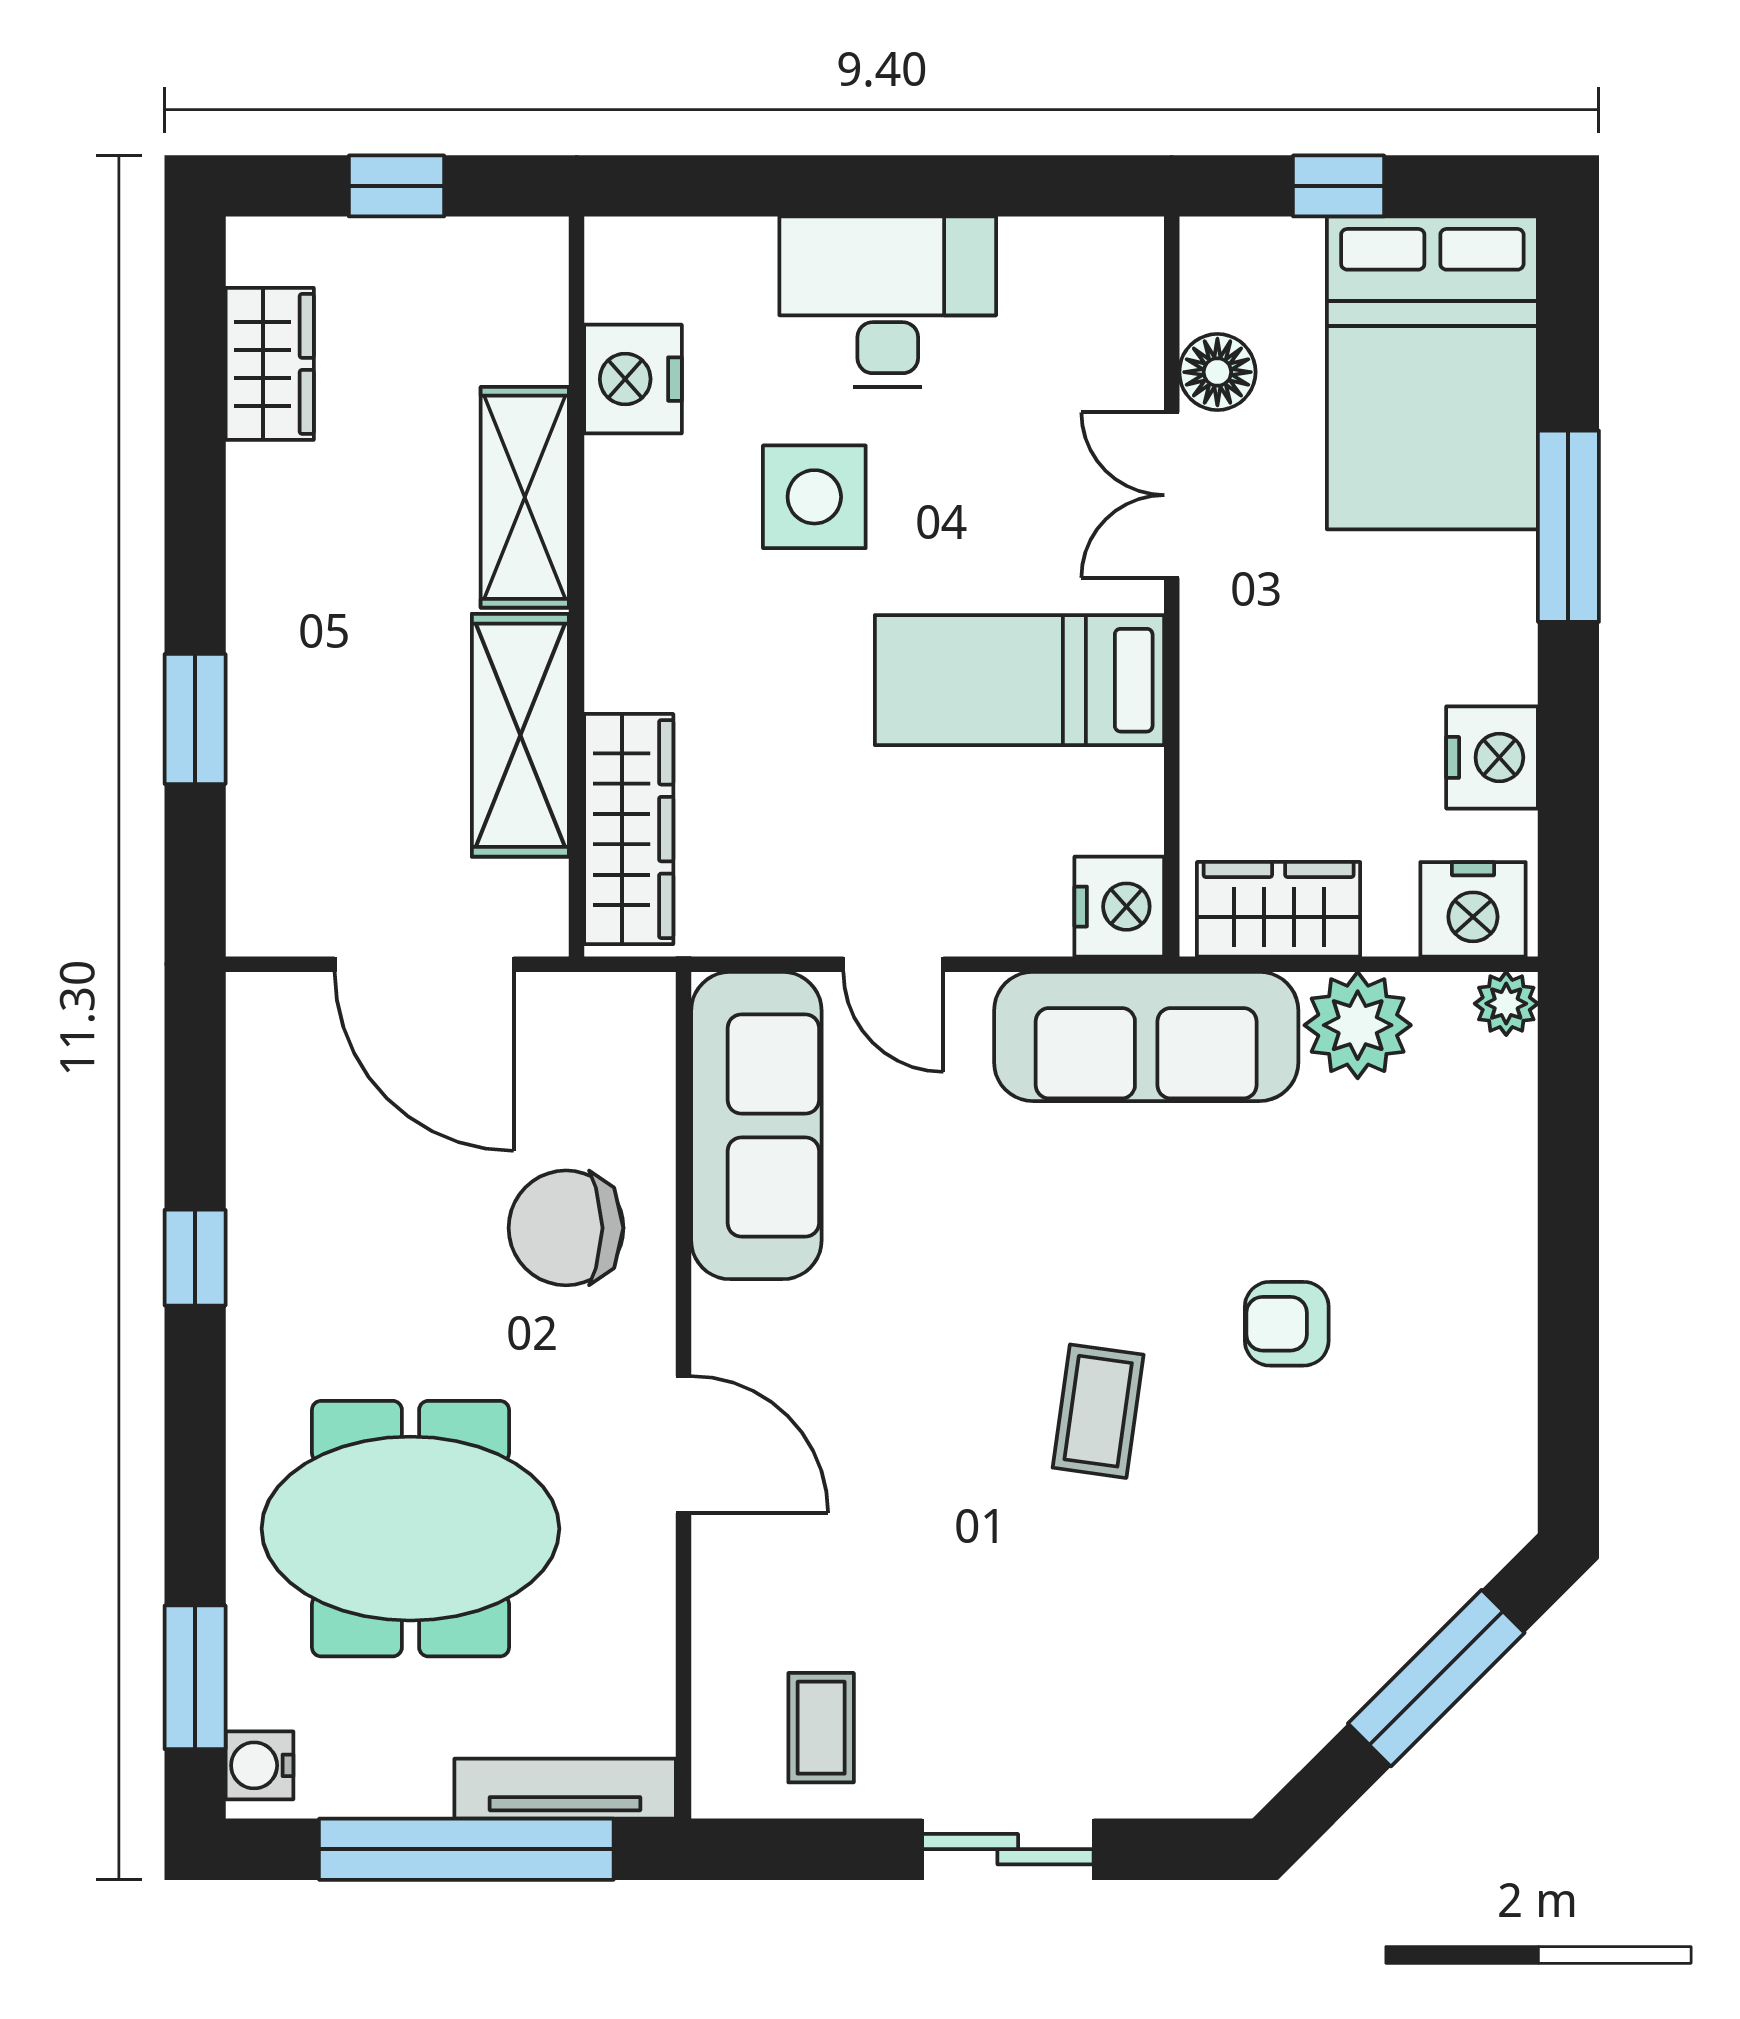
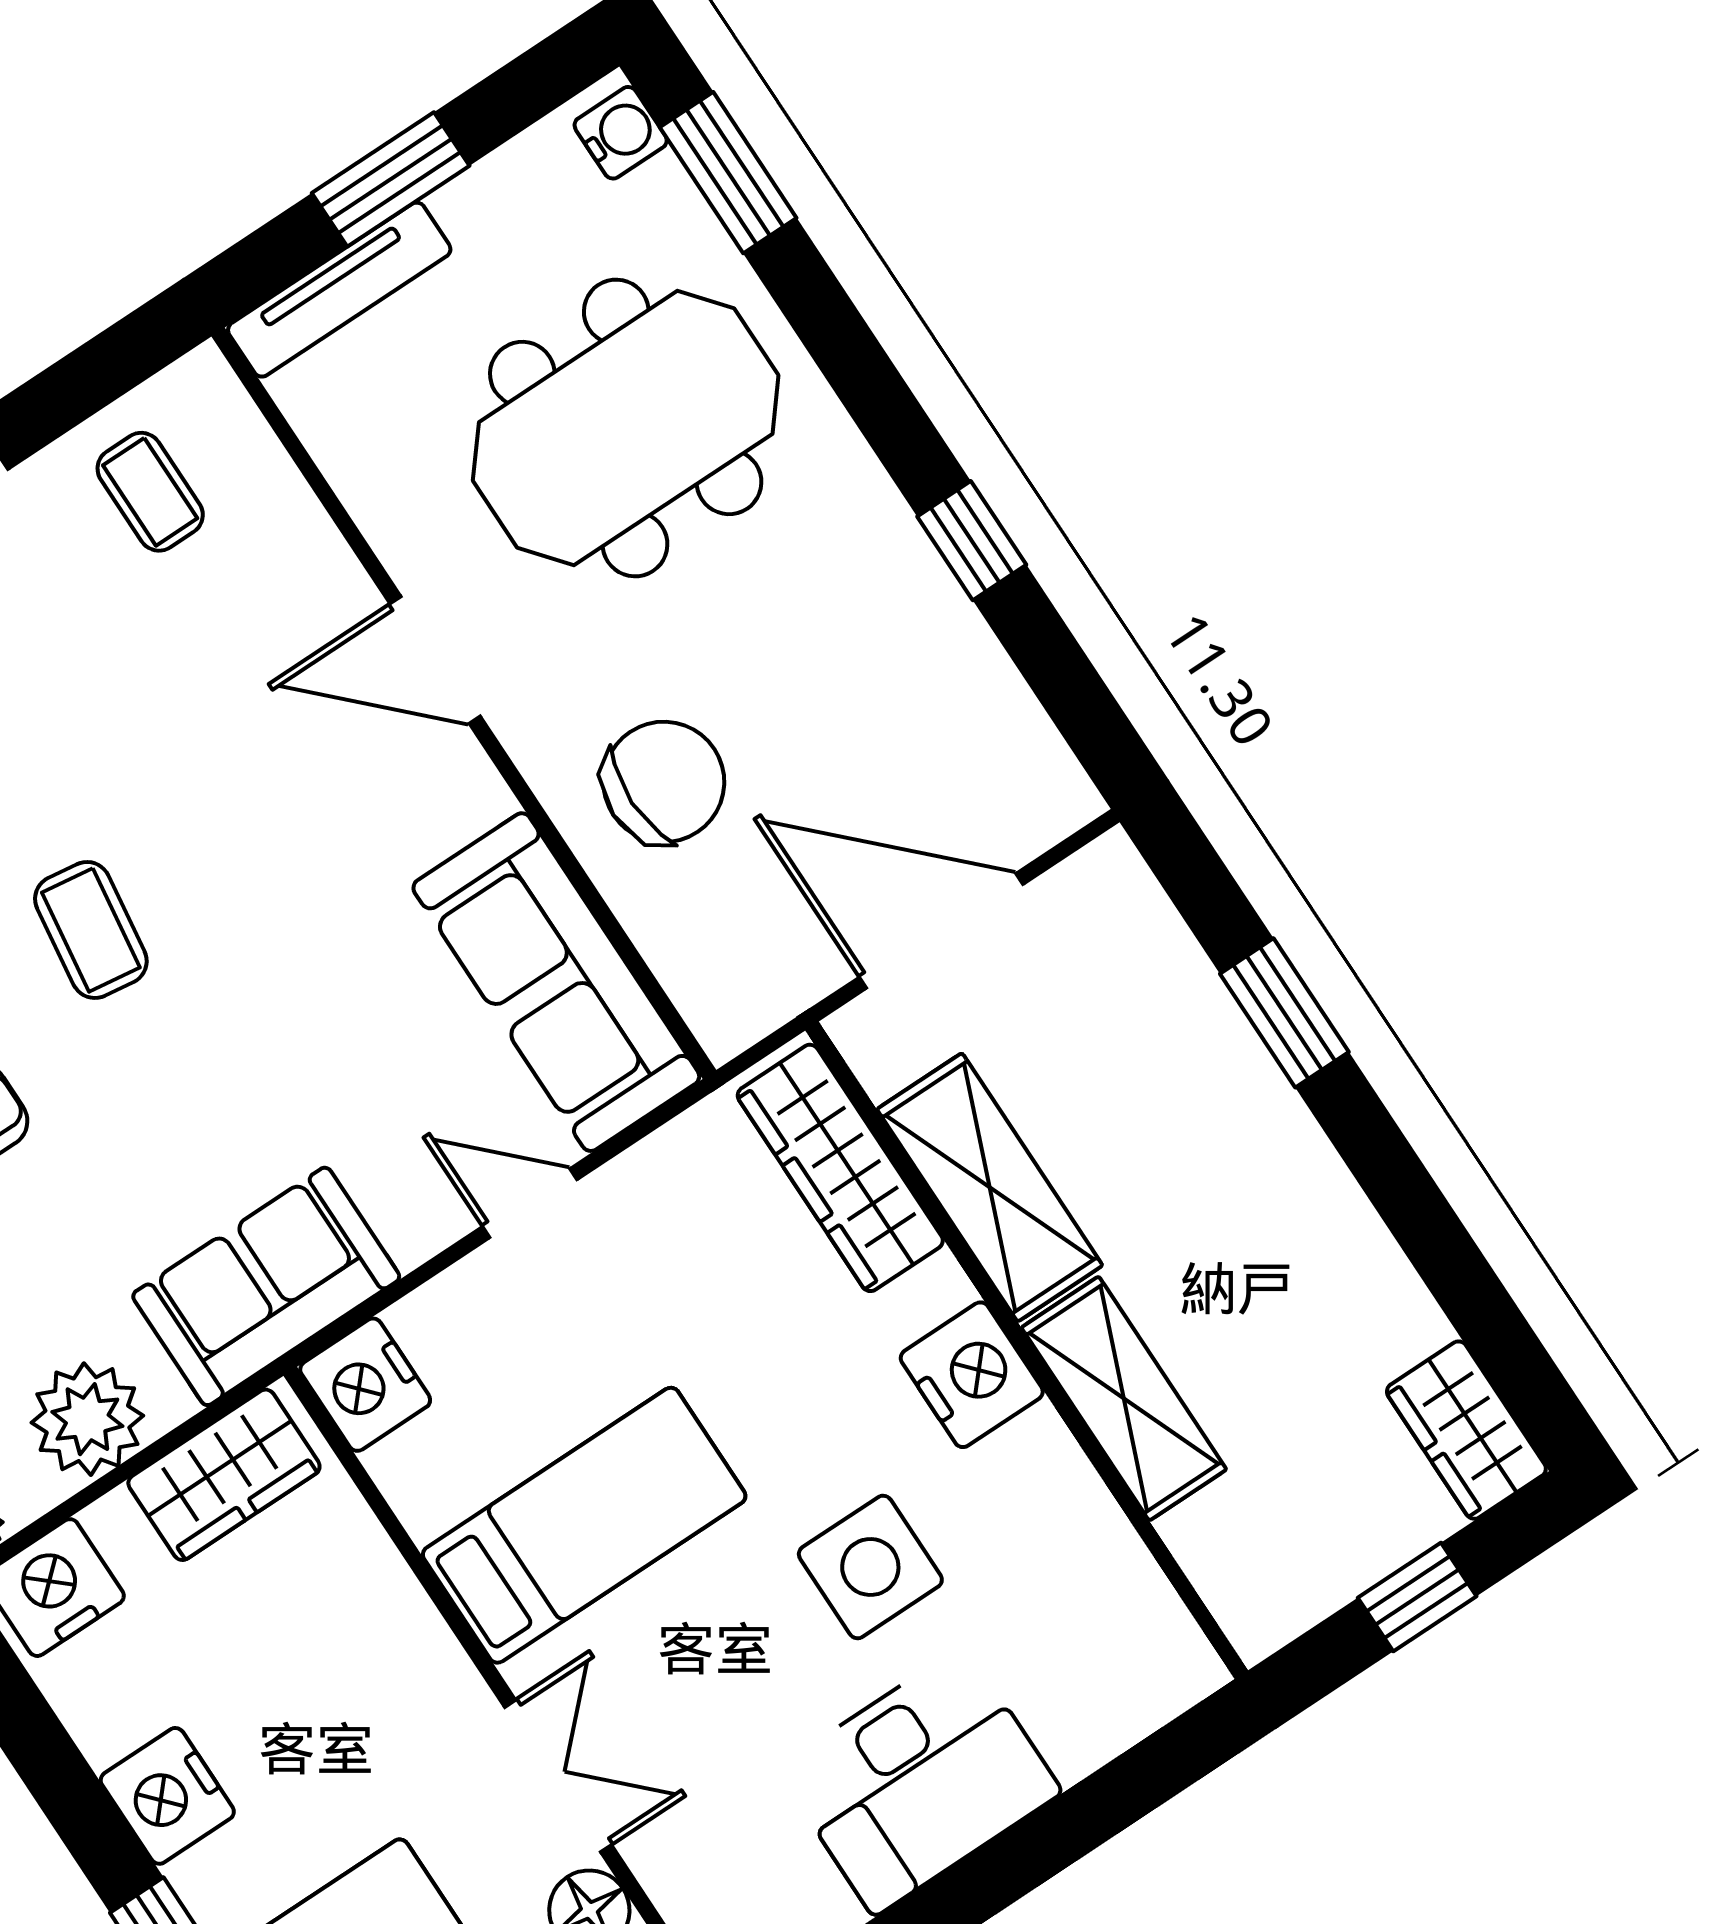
wardrobe: (270, 364) -> (1466, 1430), moved
nightstand: (633, 379) -> (972, 1375), moved
nightstand: (1492, 757) -> (167, 1796), moved
sofa: (1146, 1036) -> (266, 1286), width x0.73
window: (466, 1849) -> (391, 179), width x0.47

